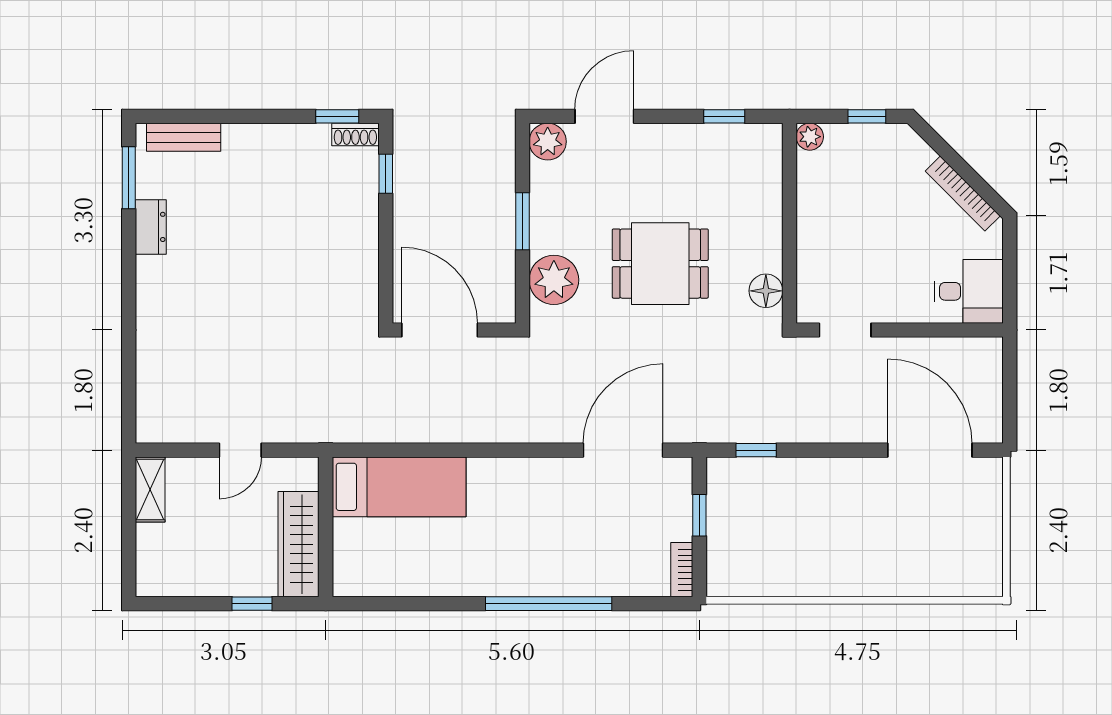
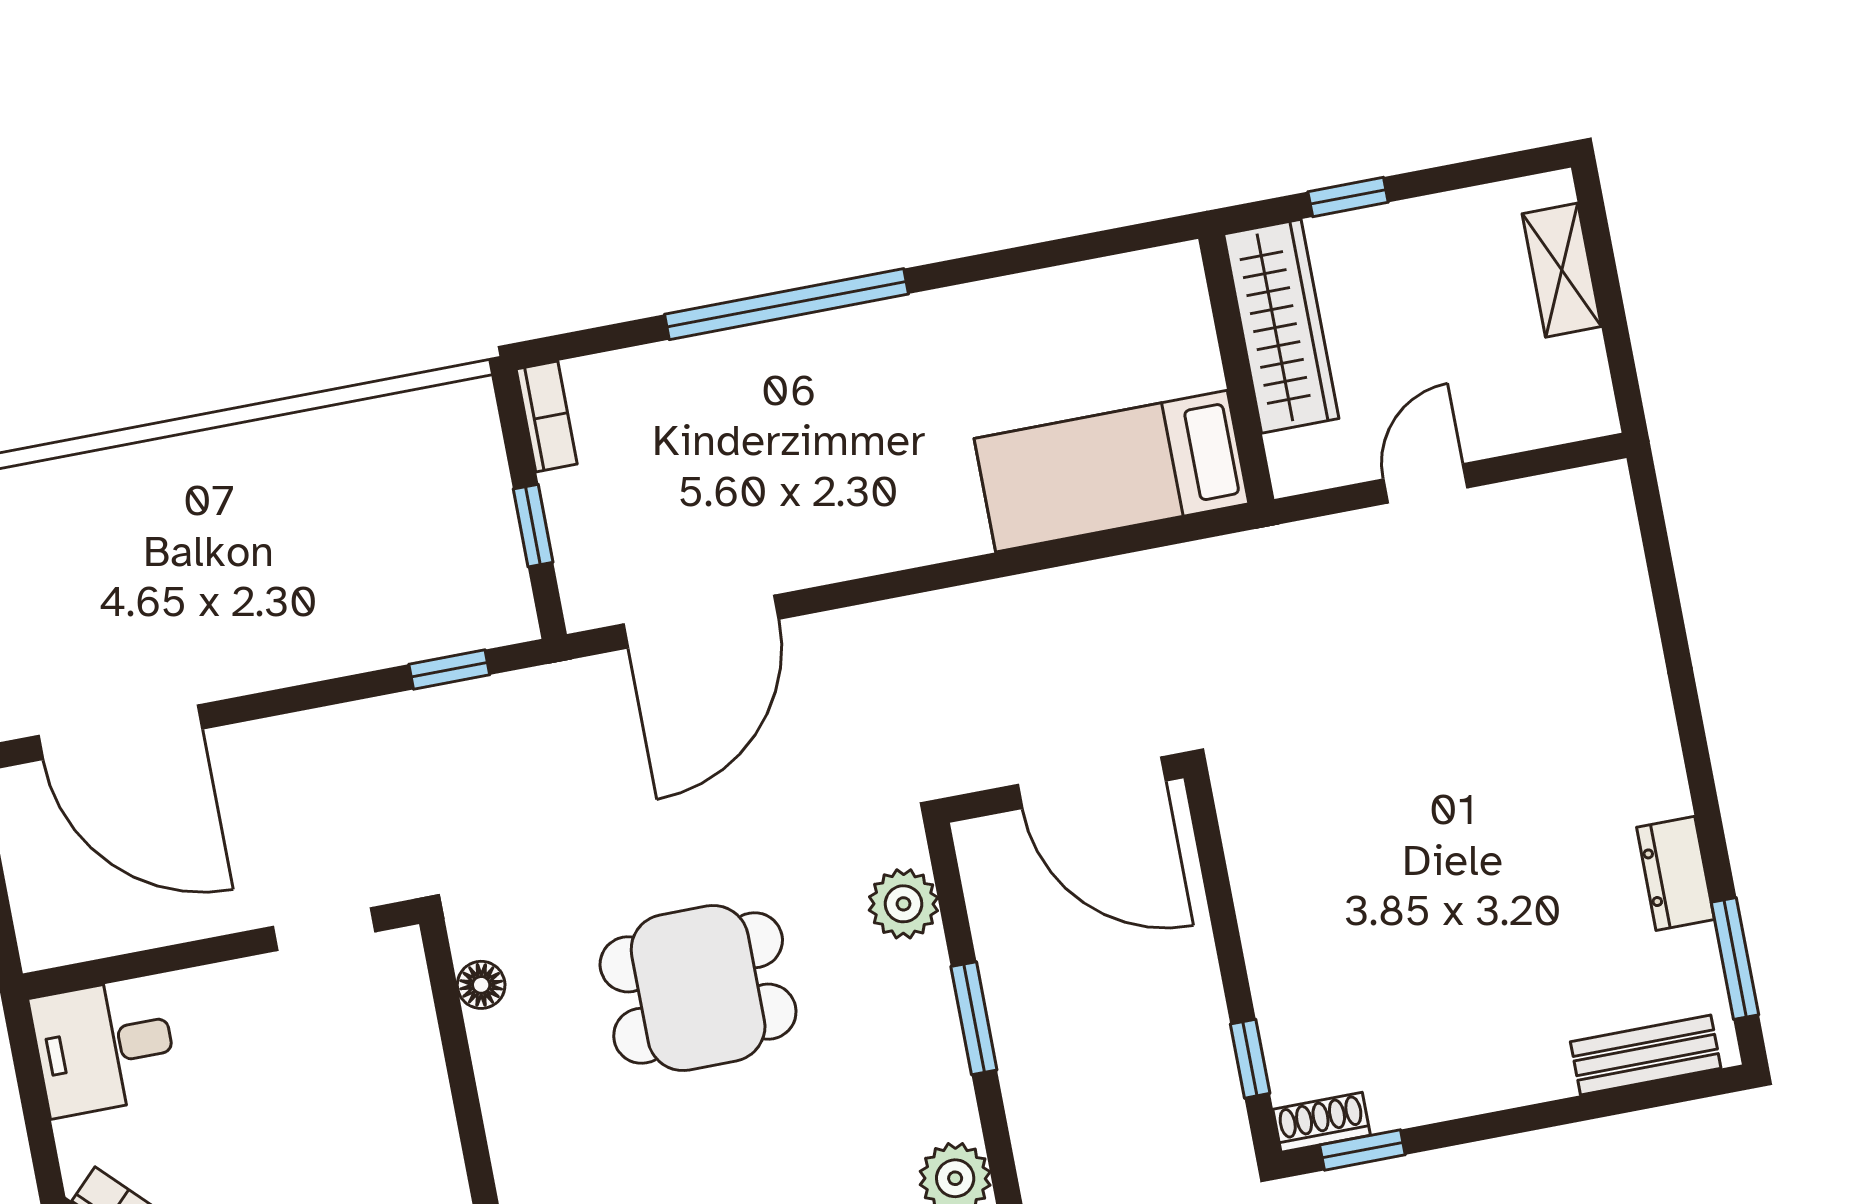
plant: (554, 280) -> (904, 904), width x0.73, depth x0.73
floor lamp: (766, 291) -> (481, 985), width x0.73, depth x0.73
shelving: (150, 489) -> (1562, 270), moved

